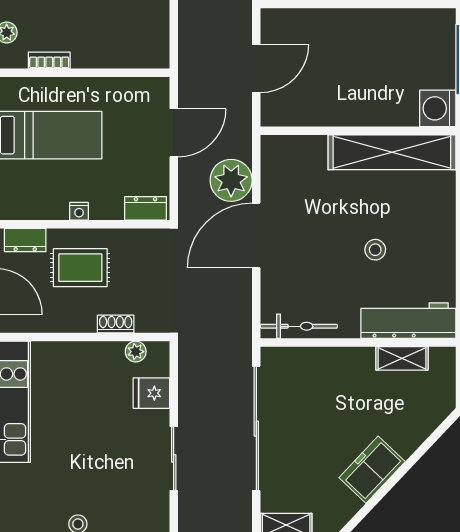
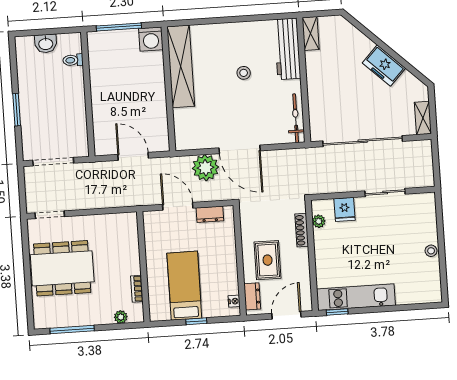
dresser: (146, 208) -> (210, 214), moved, turned -90
nightstand: (79, 211) -> (234, 301), moved
shoe rack: (116, 324) -> (302, 230), width x1.43
shelving: (402, 358) -> (311, 34), moved

